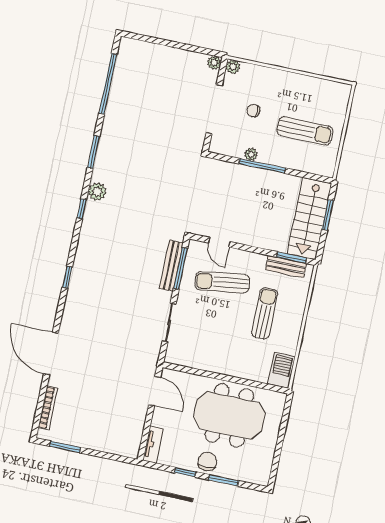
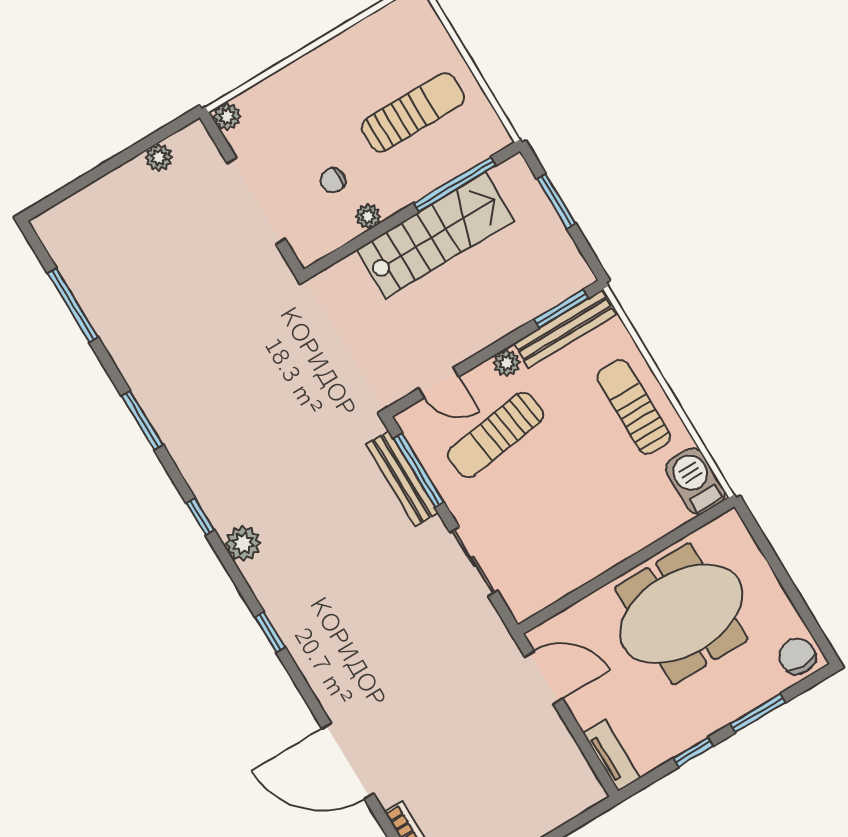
plant: (214, 63) -> (159, 157), moved
window: (108, 84) -> (73, 305), width x0.68
chair: (253, 111) -> (333, 180), moved
window: (262, 166) -> (455, 184), moved
plant: (97, 192) -> (243, 543), moved
stairs: (309, 219) -> (435, 235), moved, turned -90
plant: (252, 259) -> (507, 363), added
bench: (286, 267) -> (565, 329), width x1.36
sun lounger: (265, 313) -> (634, 407), moved
chair: (207, 461) -> (797, 656), moved

